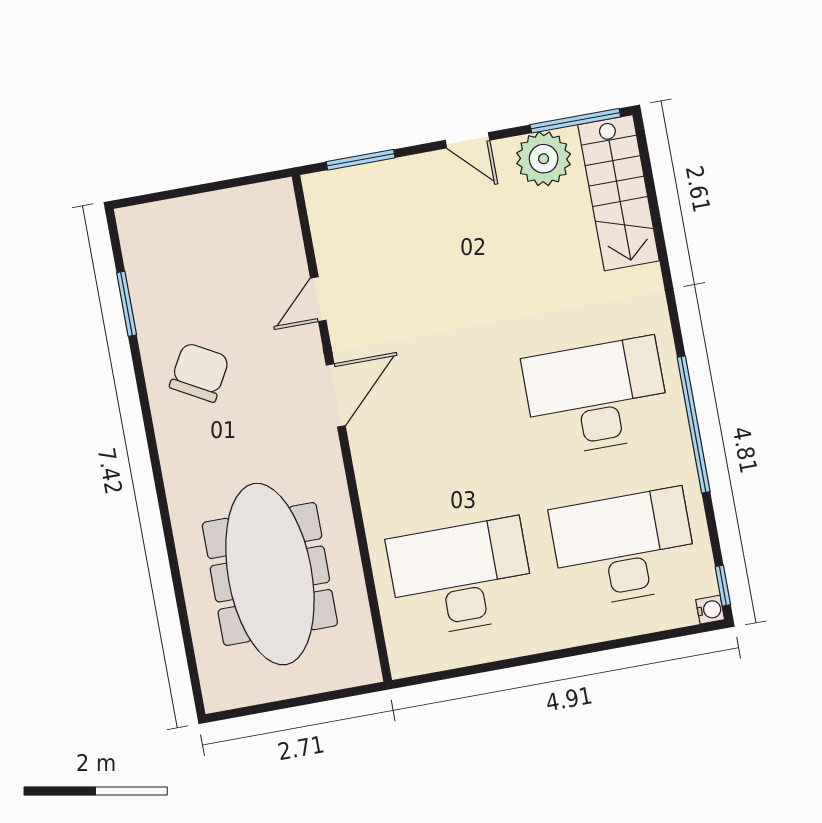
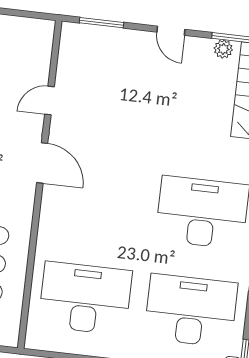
plant: (544, 159) -> (223, 49), width x0.53, depth x0.53
door: (336, 395) -> (42, 163), hinge flipped

